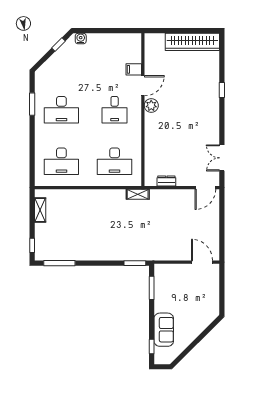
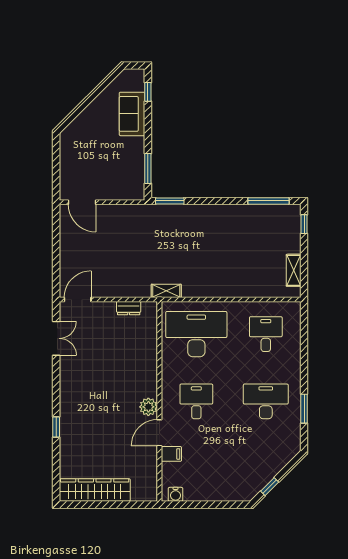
water cooler: (81, 39) -> (176, 494), moved
desk: (61, 161) -> (266, 334), width x0.73
desk: (115, 161) -> (196, 334), width x1.36, depth x1.30

